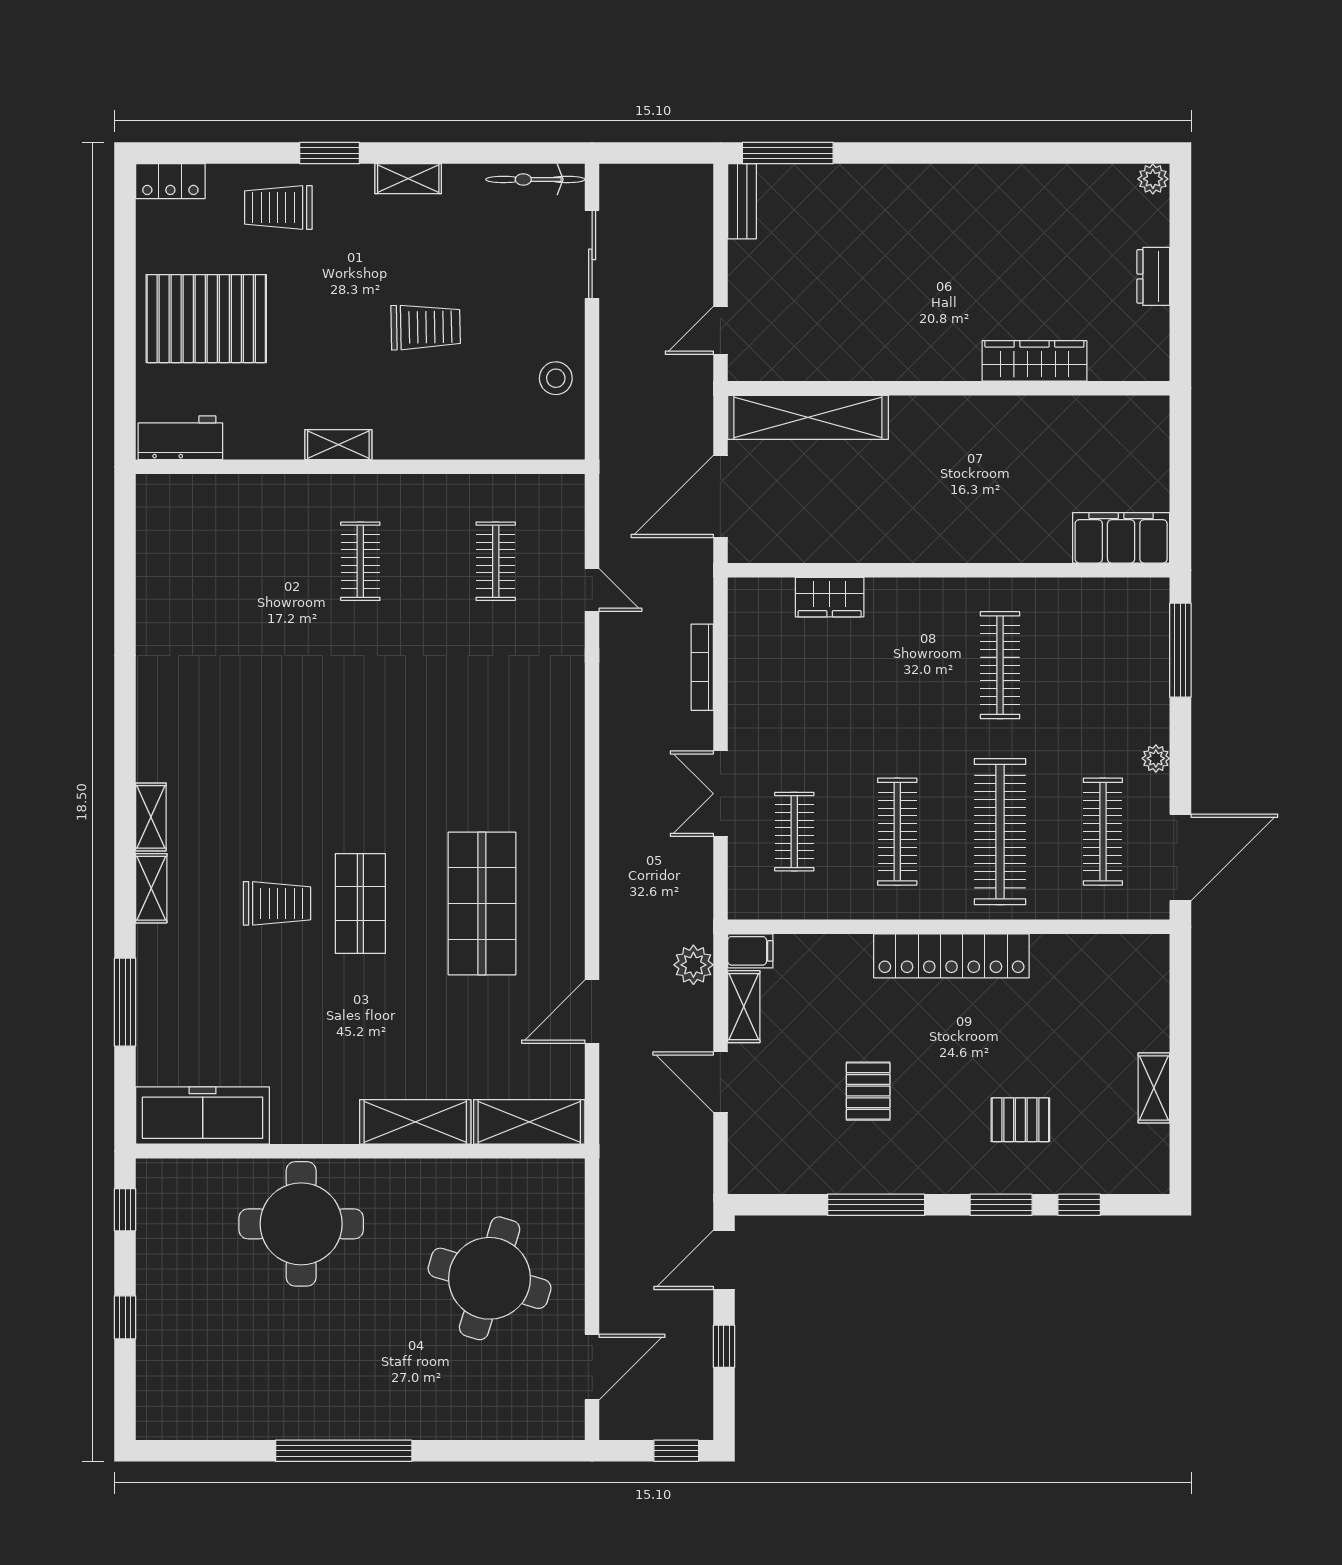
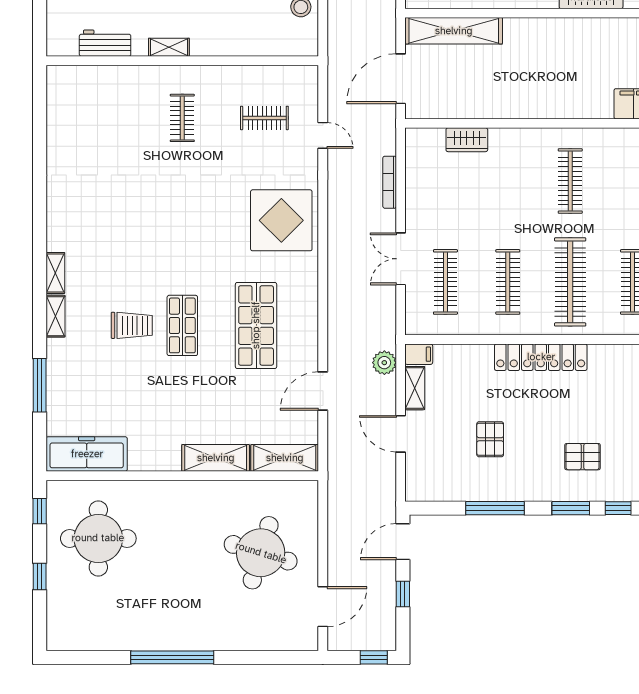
workbench: (180, 438) -> (105, 43), moved
clothes rail: (496, 561) -> (264, 118), turned 90
display table: (524, 730) -> (281, 220), added
clothes rail: (794, 832) -> (445, 282), width x1.36
round table: (301, 1224) -> (98, 538), moved

